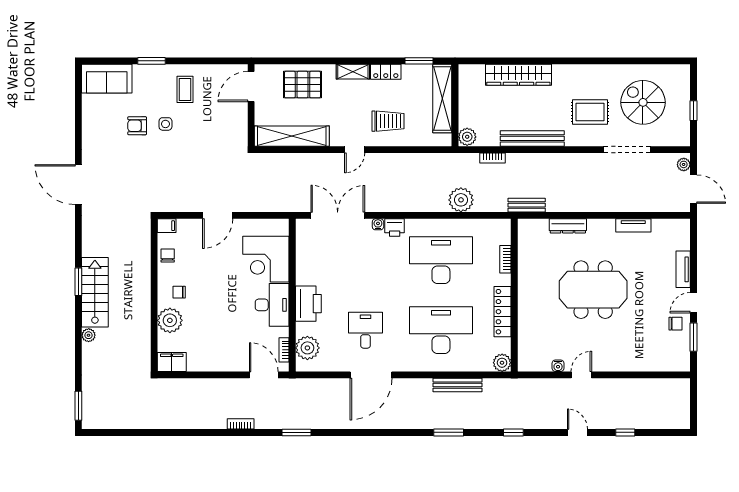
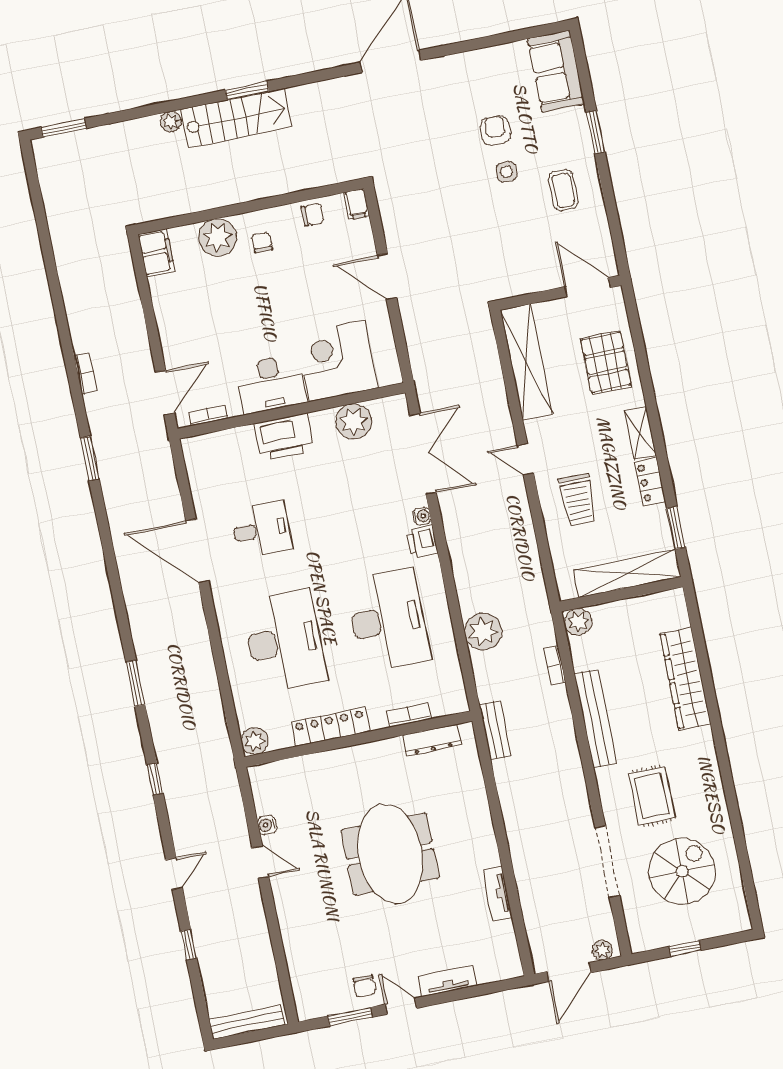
coffee table: (185, 89) -> (563, 190), turned 90
dresser: (568, 226) -> (432, 740), moved, turned -90
plant: (307, 348) -> (354, 421), moved
bench: (458, 385) -> (247, 1022), moved, turned 90

